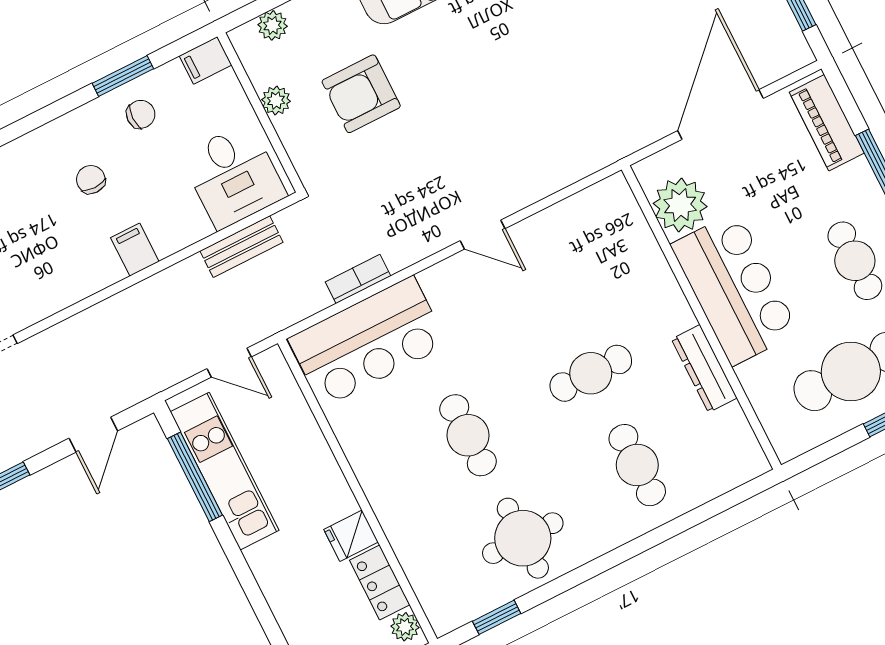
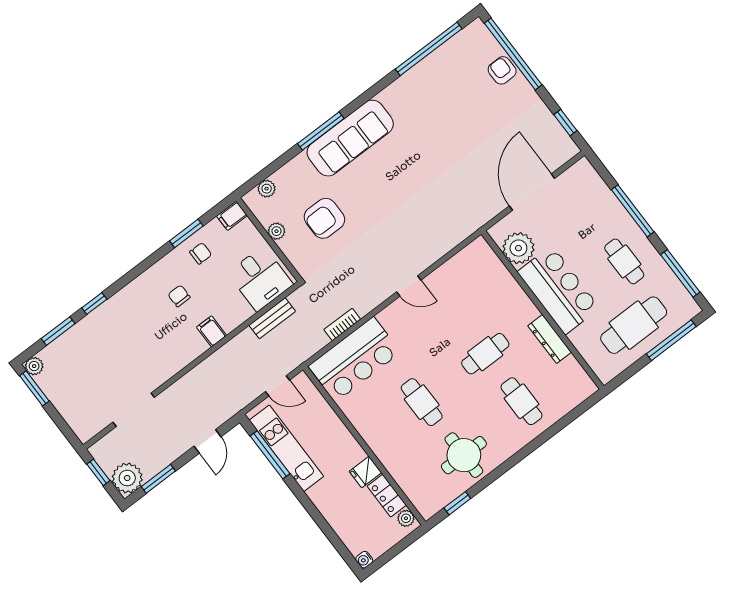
piano: (827, 123) -> (594, 185), removed

